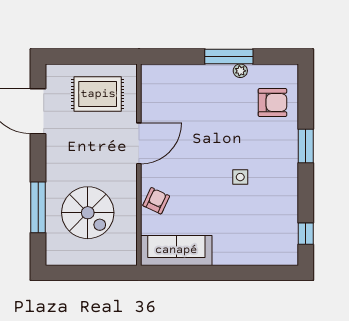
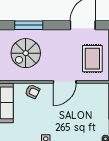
door: (139, 143) -> (65, 82), hinge flipped

